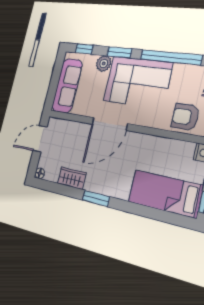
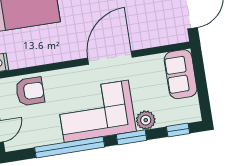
sofa: (67, 86) -> (181, 74), width x0.73

